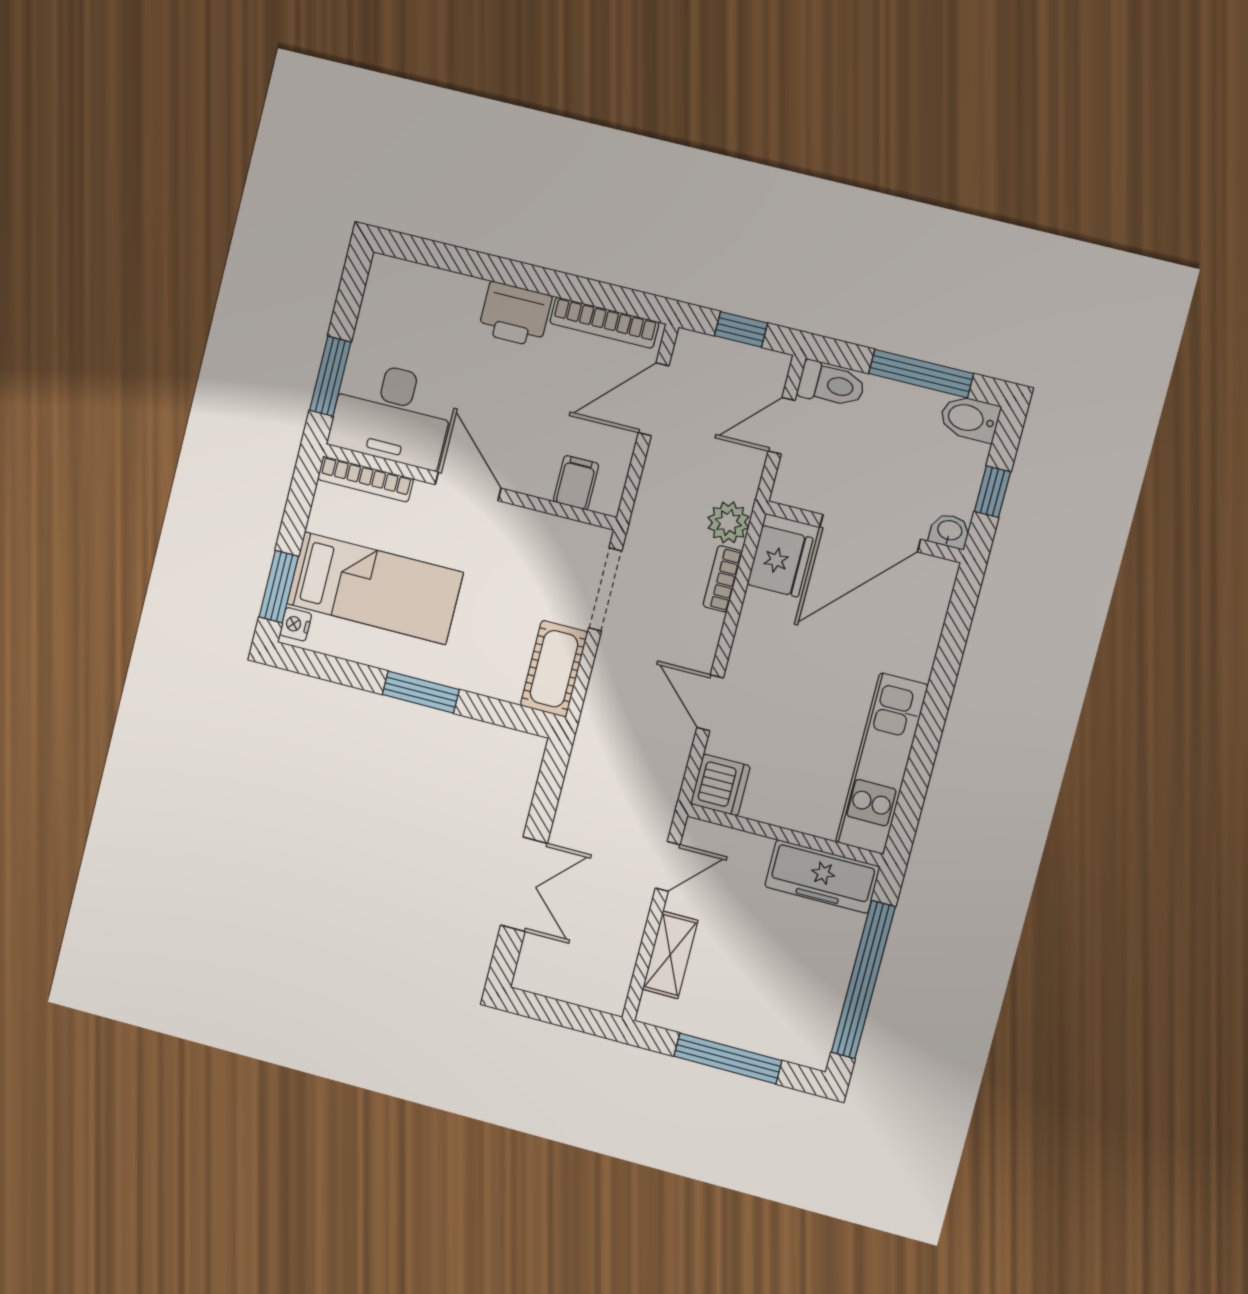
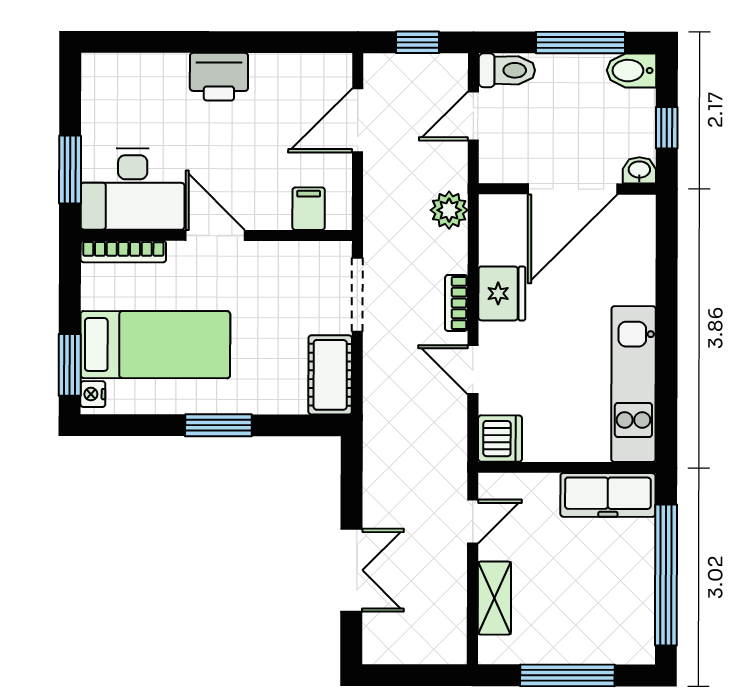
bookcase: (604, 323) -> (298, 65), removed
fridge: (780, 561) -> (502, 293), moved
bookcase: (723, 579) -> (456, 303), moved

